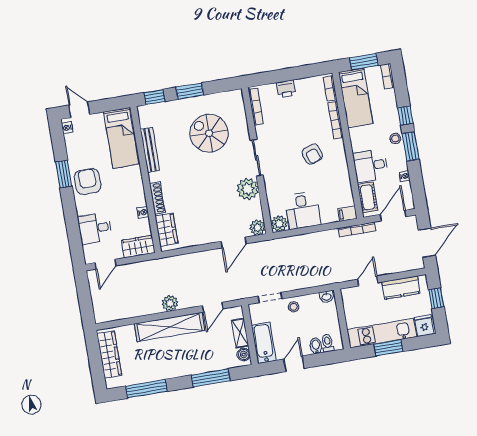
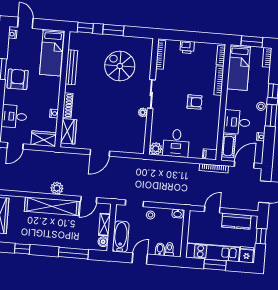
armchair: (312, 154) -> (195, 102), turned -71
plant: (248, 189) -> (143, 112), width x0.53, depth x0.53
plant: (258, 228) -> (138, 147), removed
door: (234, 243) -> (100, 153), moved
window: (146, 389) -> (22, 249), width x0.46

